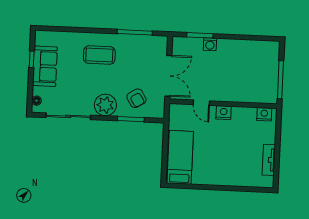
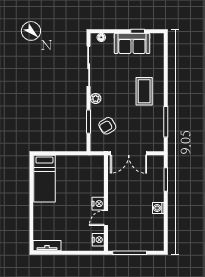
washing machine: (210, 44) -> (158, 208), moved
door: (201, 103) -> (106, 218), moved
plant: (105, 105) -> (96, 99), width x0.53, depth x0.53
bed: (180, 157) -> (44, 179), moved, turned 90
tv unit: (269, 160) -> (47, 246), moved

